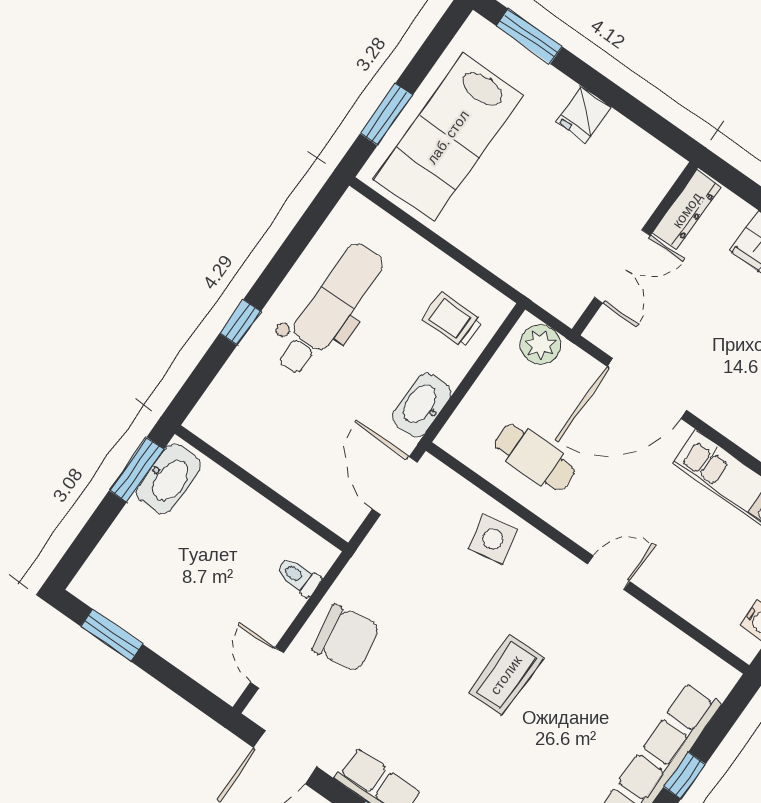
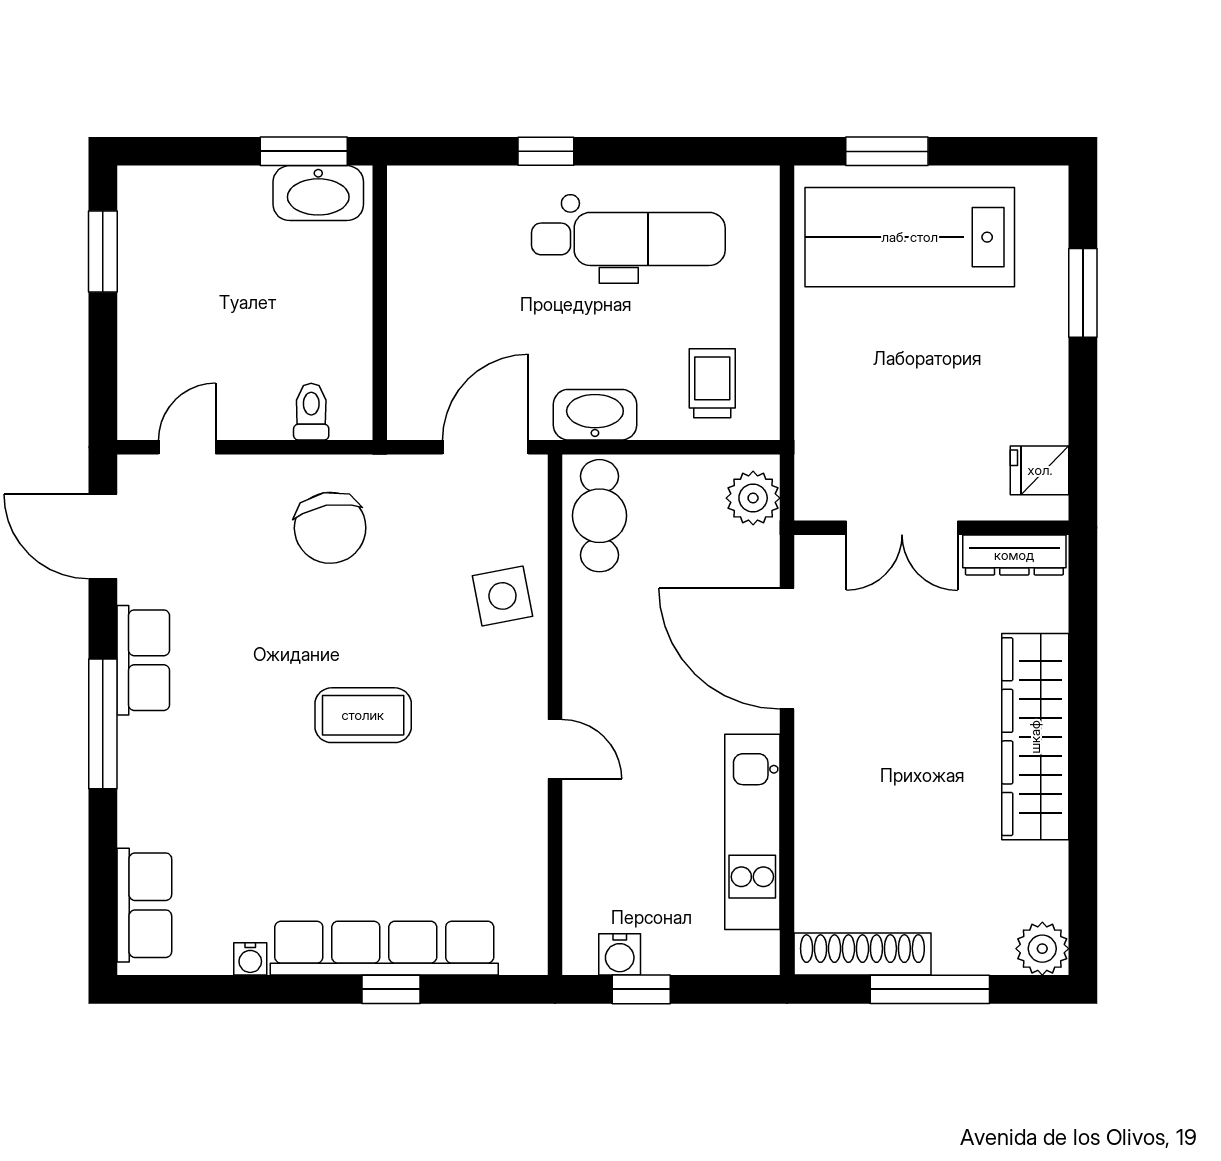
window: (529, 36) -> (1083, 293), moved
fridge: (584, 114) -> (1040, 470), moved
cafe table: (535, 457) -> (599, 516), moved
chair: (346, 638) -> (330, 528), moved

